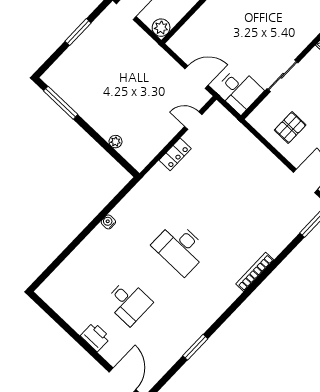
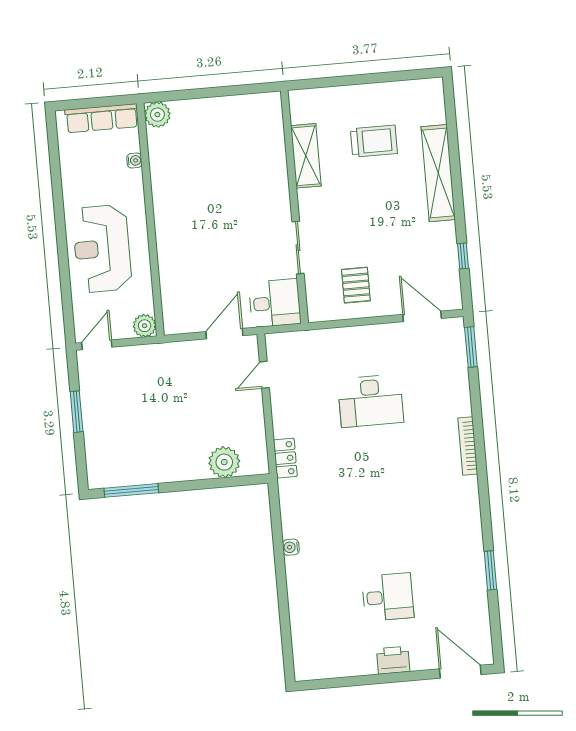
plant: (116, 142) -> (224, 462), width x1.88, depth x1.88
locker: (175, 154) -> (285, 458), moved
desk: (180, 248) -> (371, 401), moved

